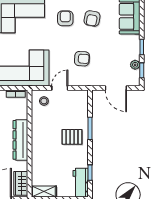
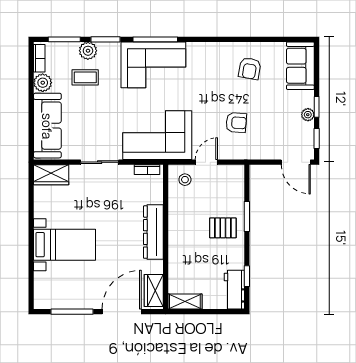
armchair: (65, 18) -> (214, 68), removed
plant: (135, 65) -> (308, 115), moved
door: (116, 88) -> (296, 162), moved

